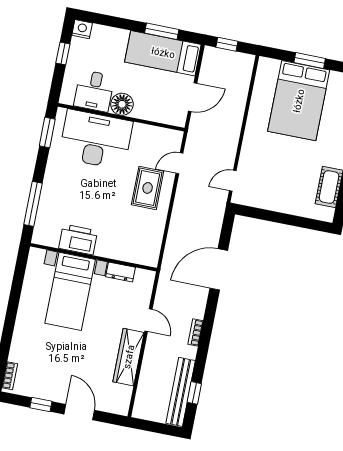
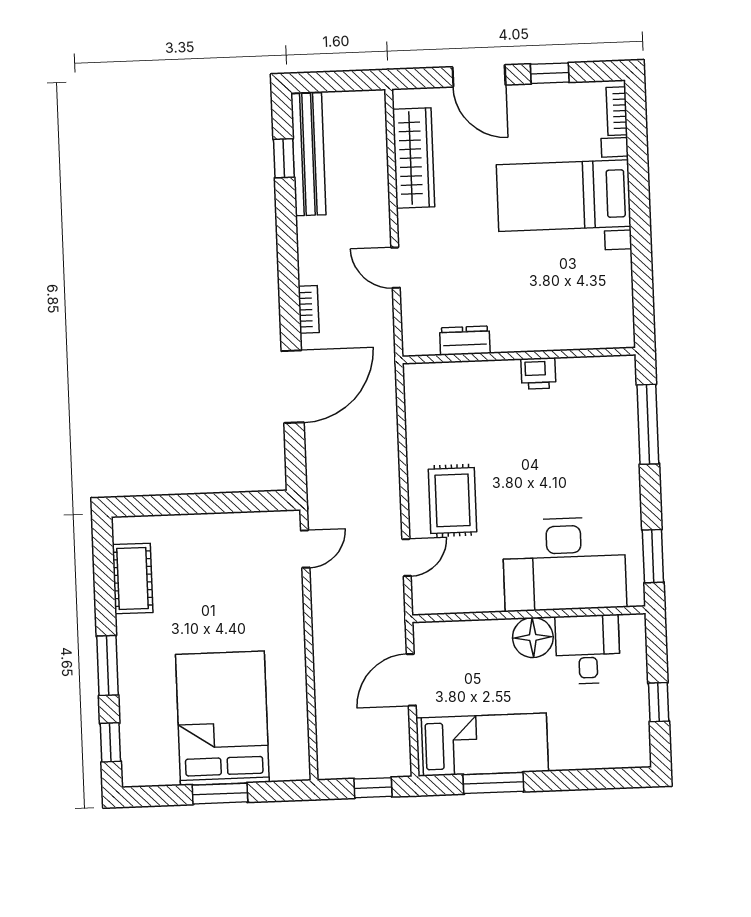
nightstand: (82, 29) -> (635, 753), removed
printer: (78, 240) -> (538, 373), width x0.53, depth x0.68
bed with nightstands: (70, 291) -> (564, 196), moved, turned -90
bookcase: (196, 333) -> (309, 309), moved
wardrobe: (129, 357) -> (414, 158), moved

